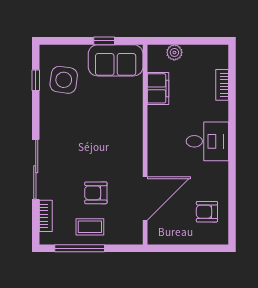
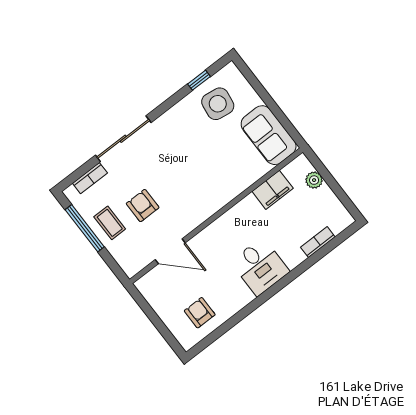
window: (104, 41) -> (278, 113), removed
door: (145, 198) -> (170, 251), width x0.73

